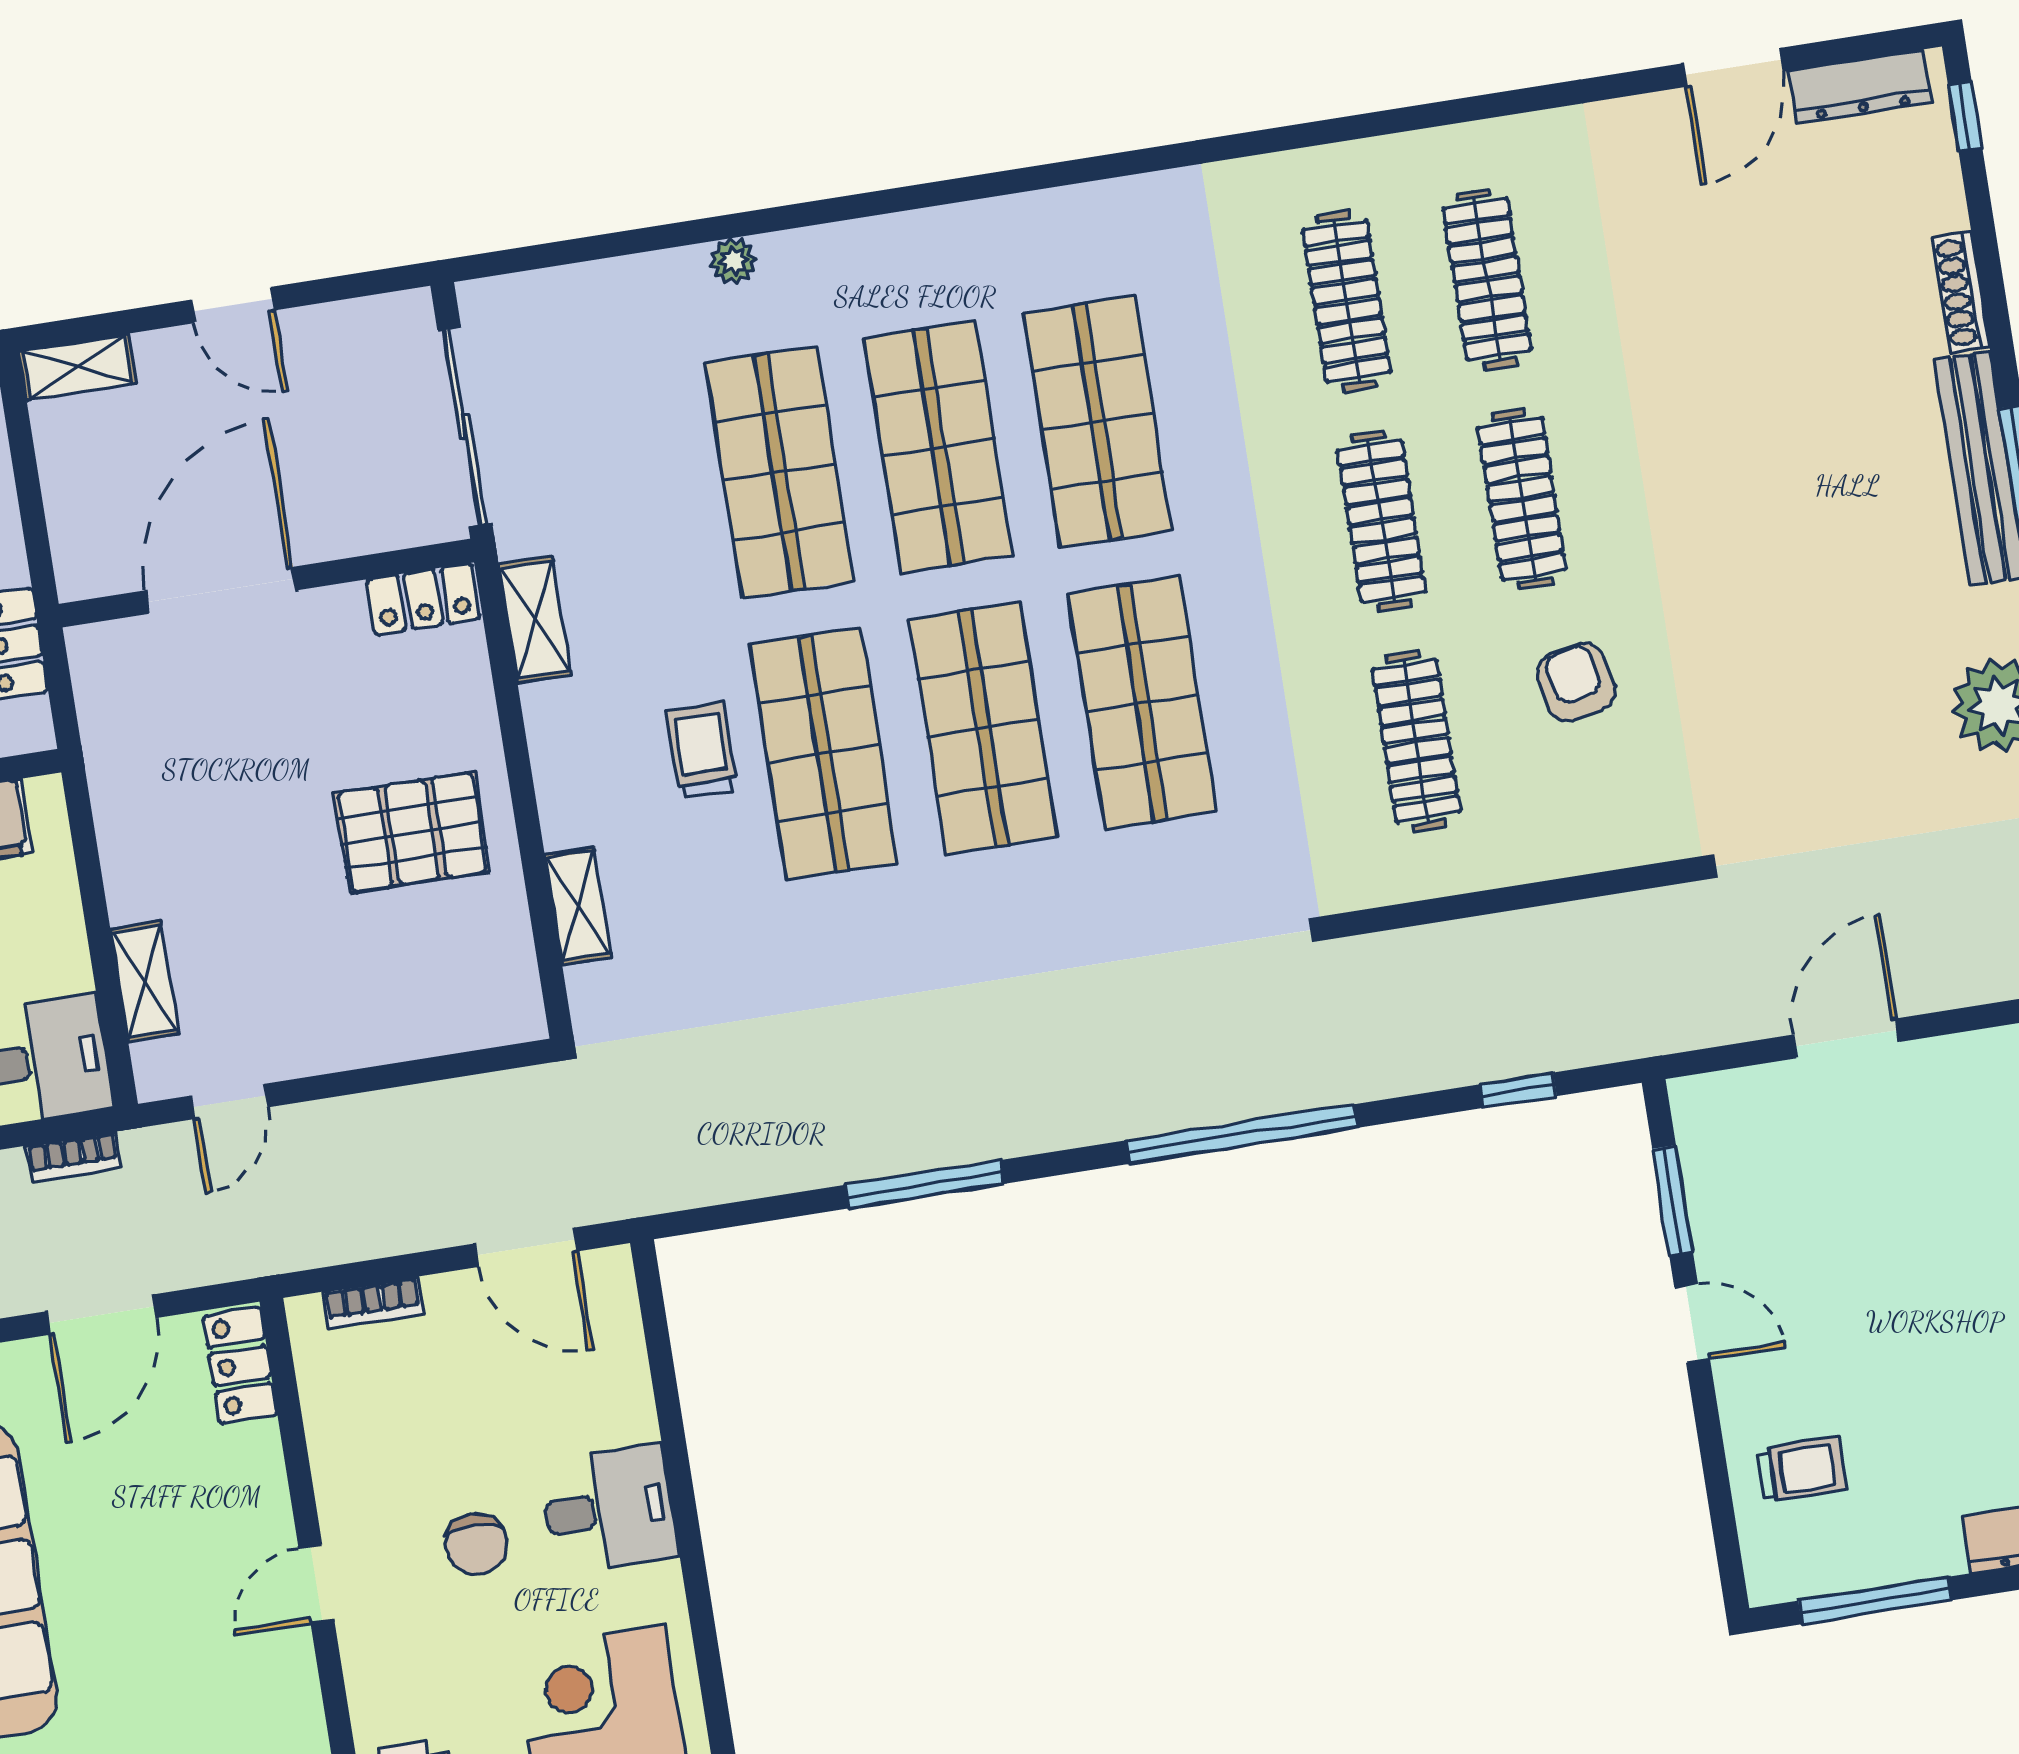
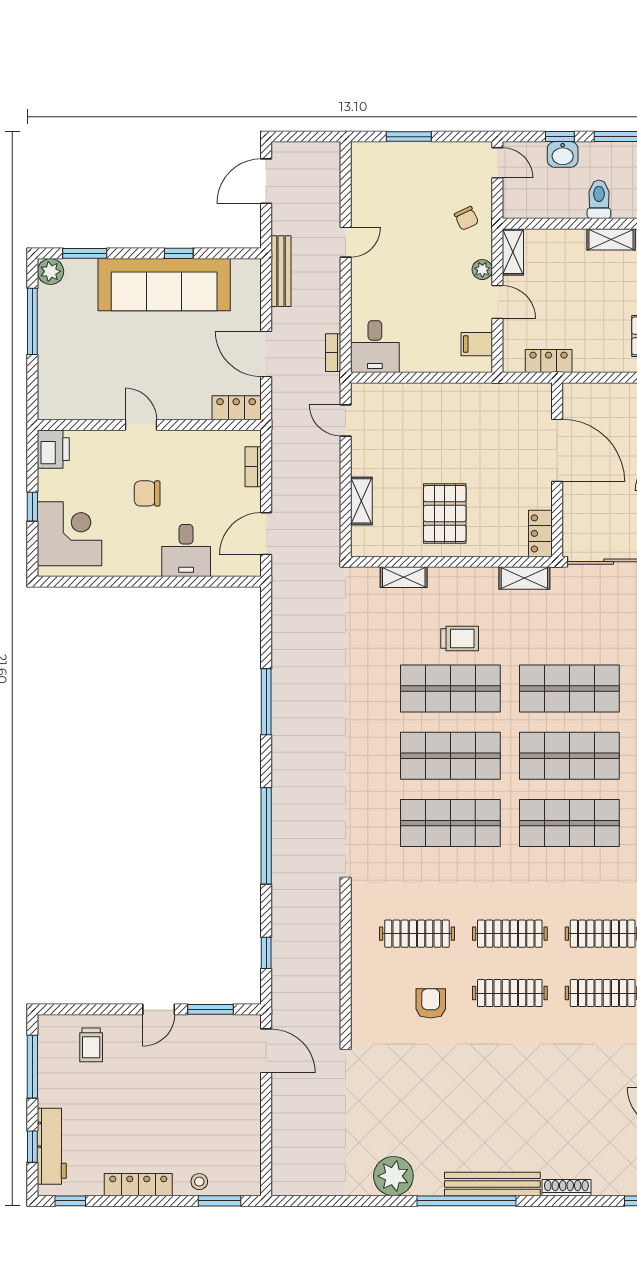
armchair: (1576, 682) -> (431, 1003), turned -78
shelving: (145, 981) -> (361, 501), moved, turned 90
door: (1846, 1038) -> (266, 1051), moved
desk: (609, 1509) -> (186, 550), moved

